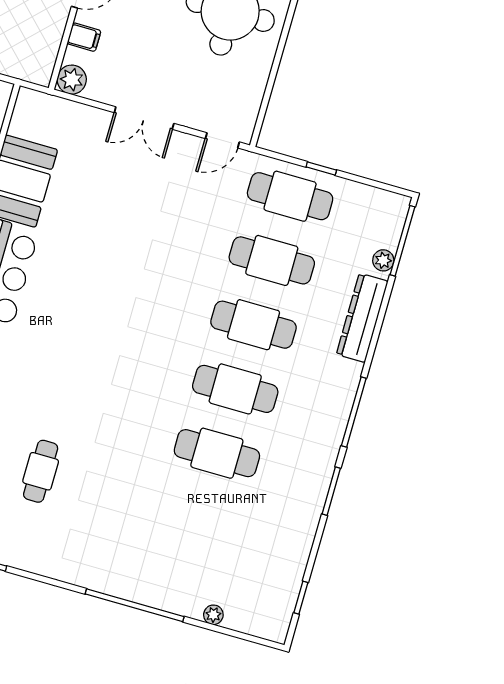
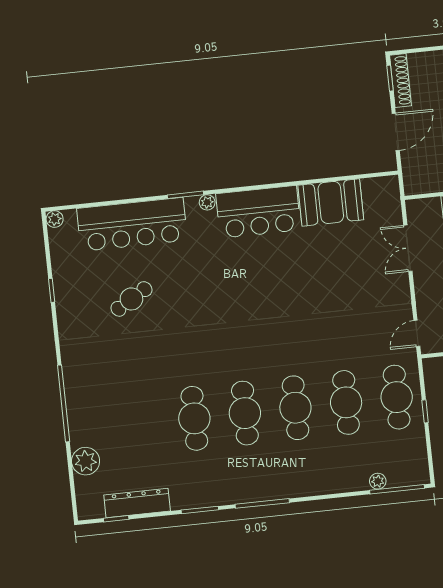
plant: (72, 80) -> (417, 210), removed
double door: (144, 118) -> (408, 248), moved
door: (222, 140) -> (417, 333), hinge flipped
dresser: (362, 318) -> (137, 503), moved
cafe table: (41, 471) -> (131, 299), turned -31
plant: (213, 615) -> (86, 461), width x1.87, depth x1.87

